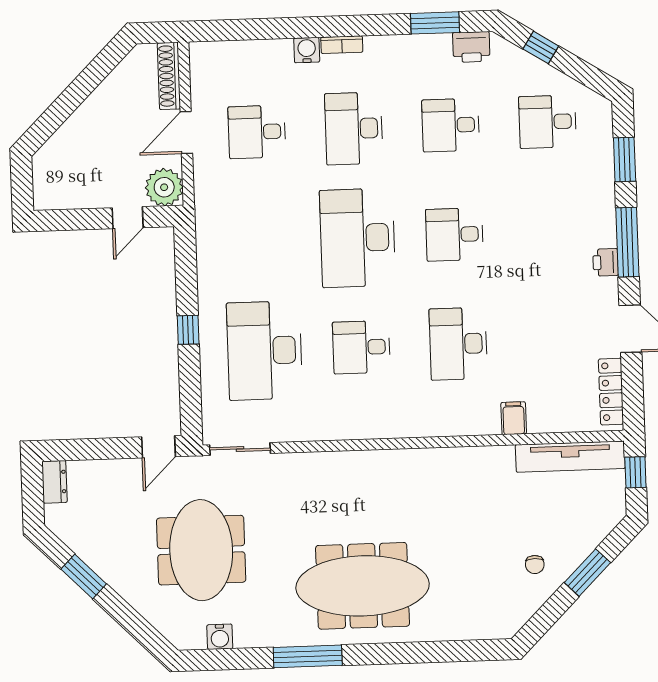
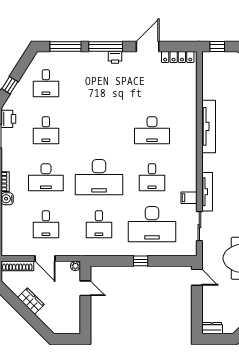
wardrobe: (97, 106) -> (31, 301), added
window: (625, 159) -> (65, 47), width x1.44
plant: (164, 187) -> (75, 266), width x0.53, depth x0.53
desk: (454, 234) -> (99, 224), moved
filing cabinet: (514, 418) -> (189, 198), moved
sliding door: (240, 449) -> (199, 226), moved
tv unit: (570, 457) -> (209, 126), moved
tv unit: (335, 462) -> (207, 192), added

